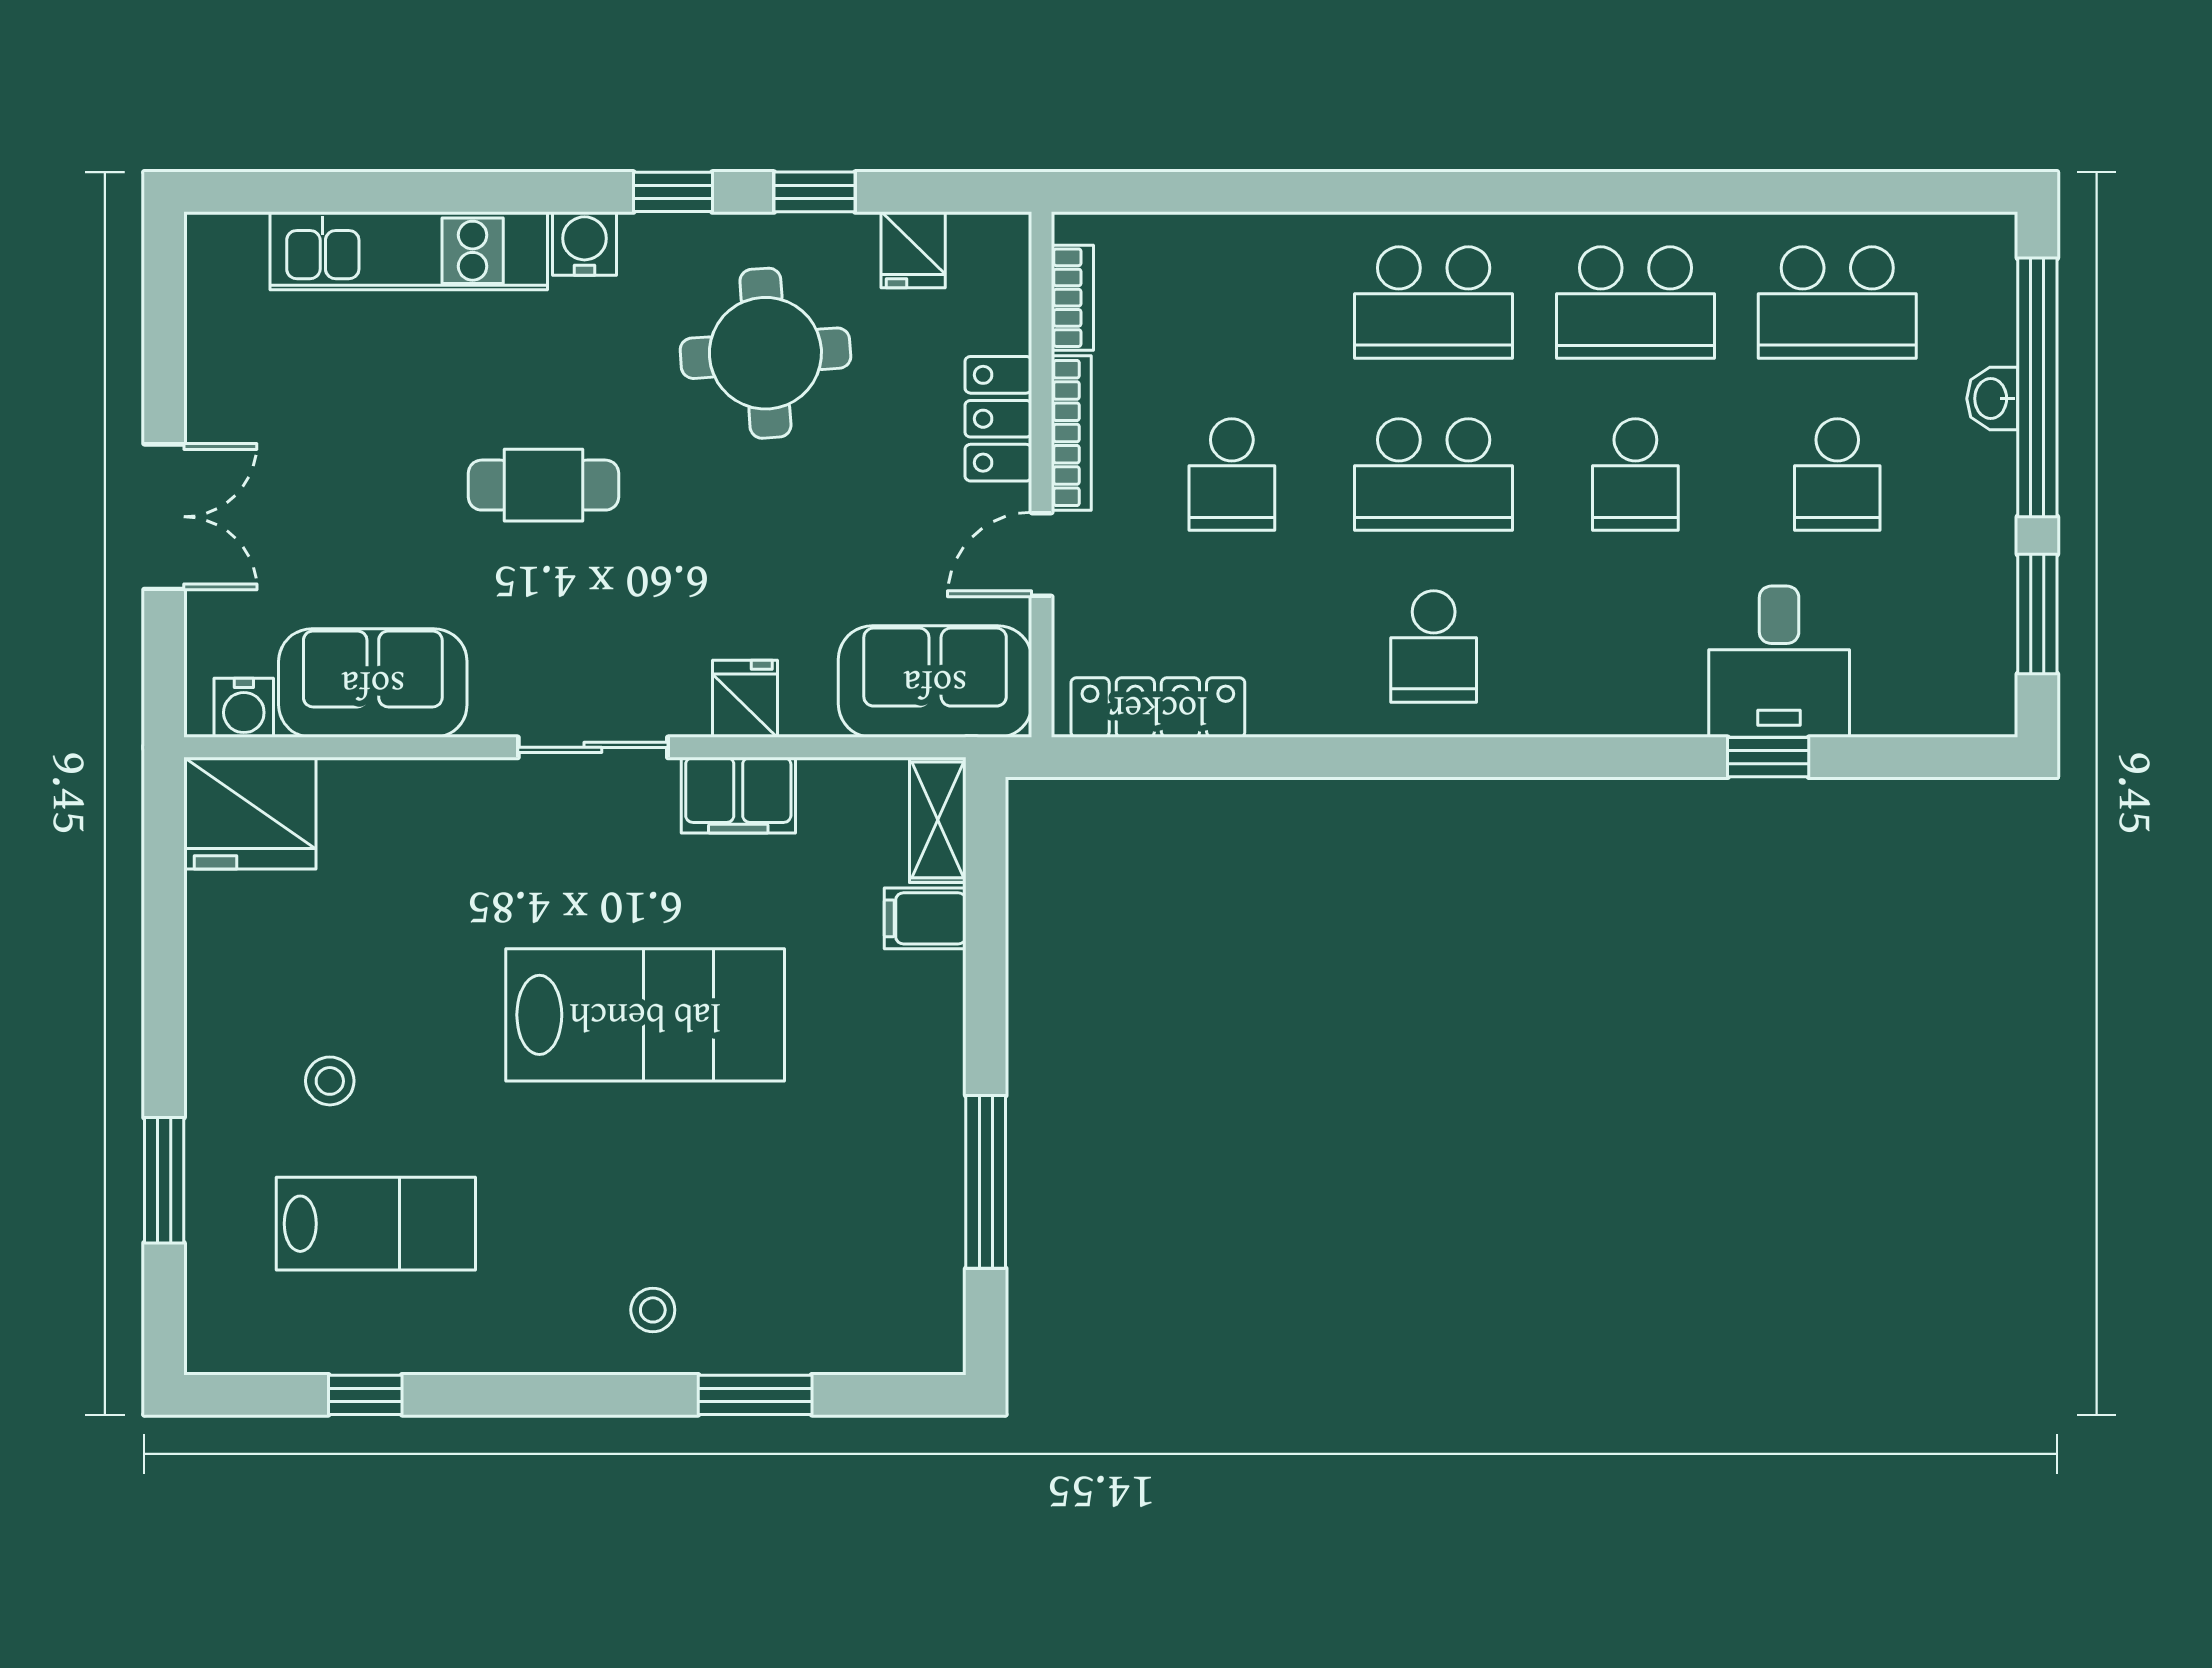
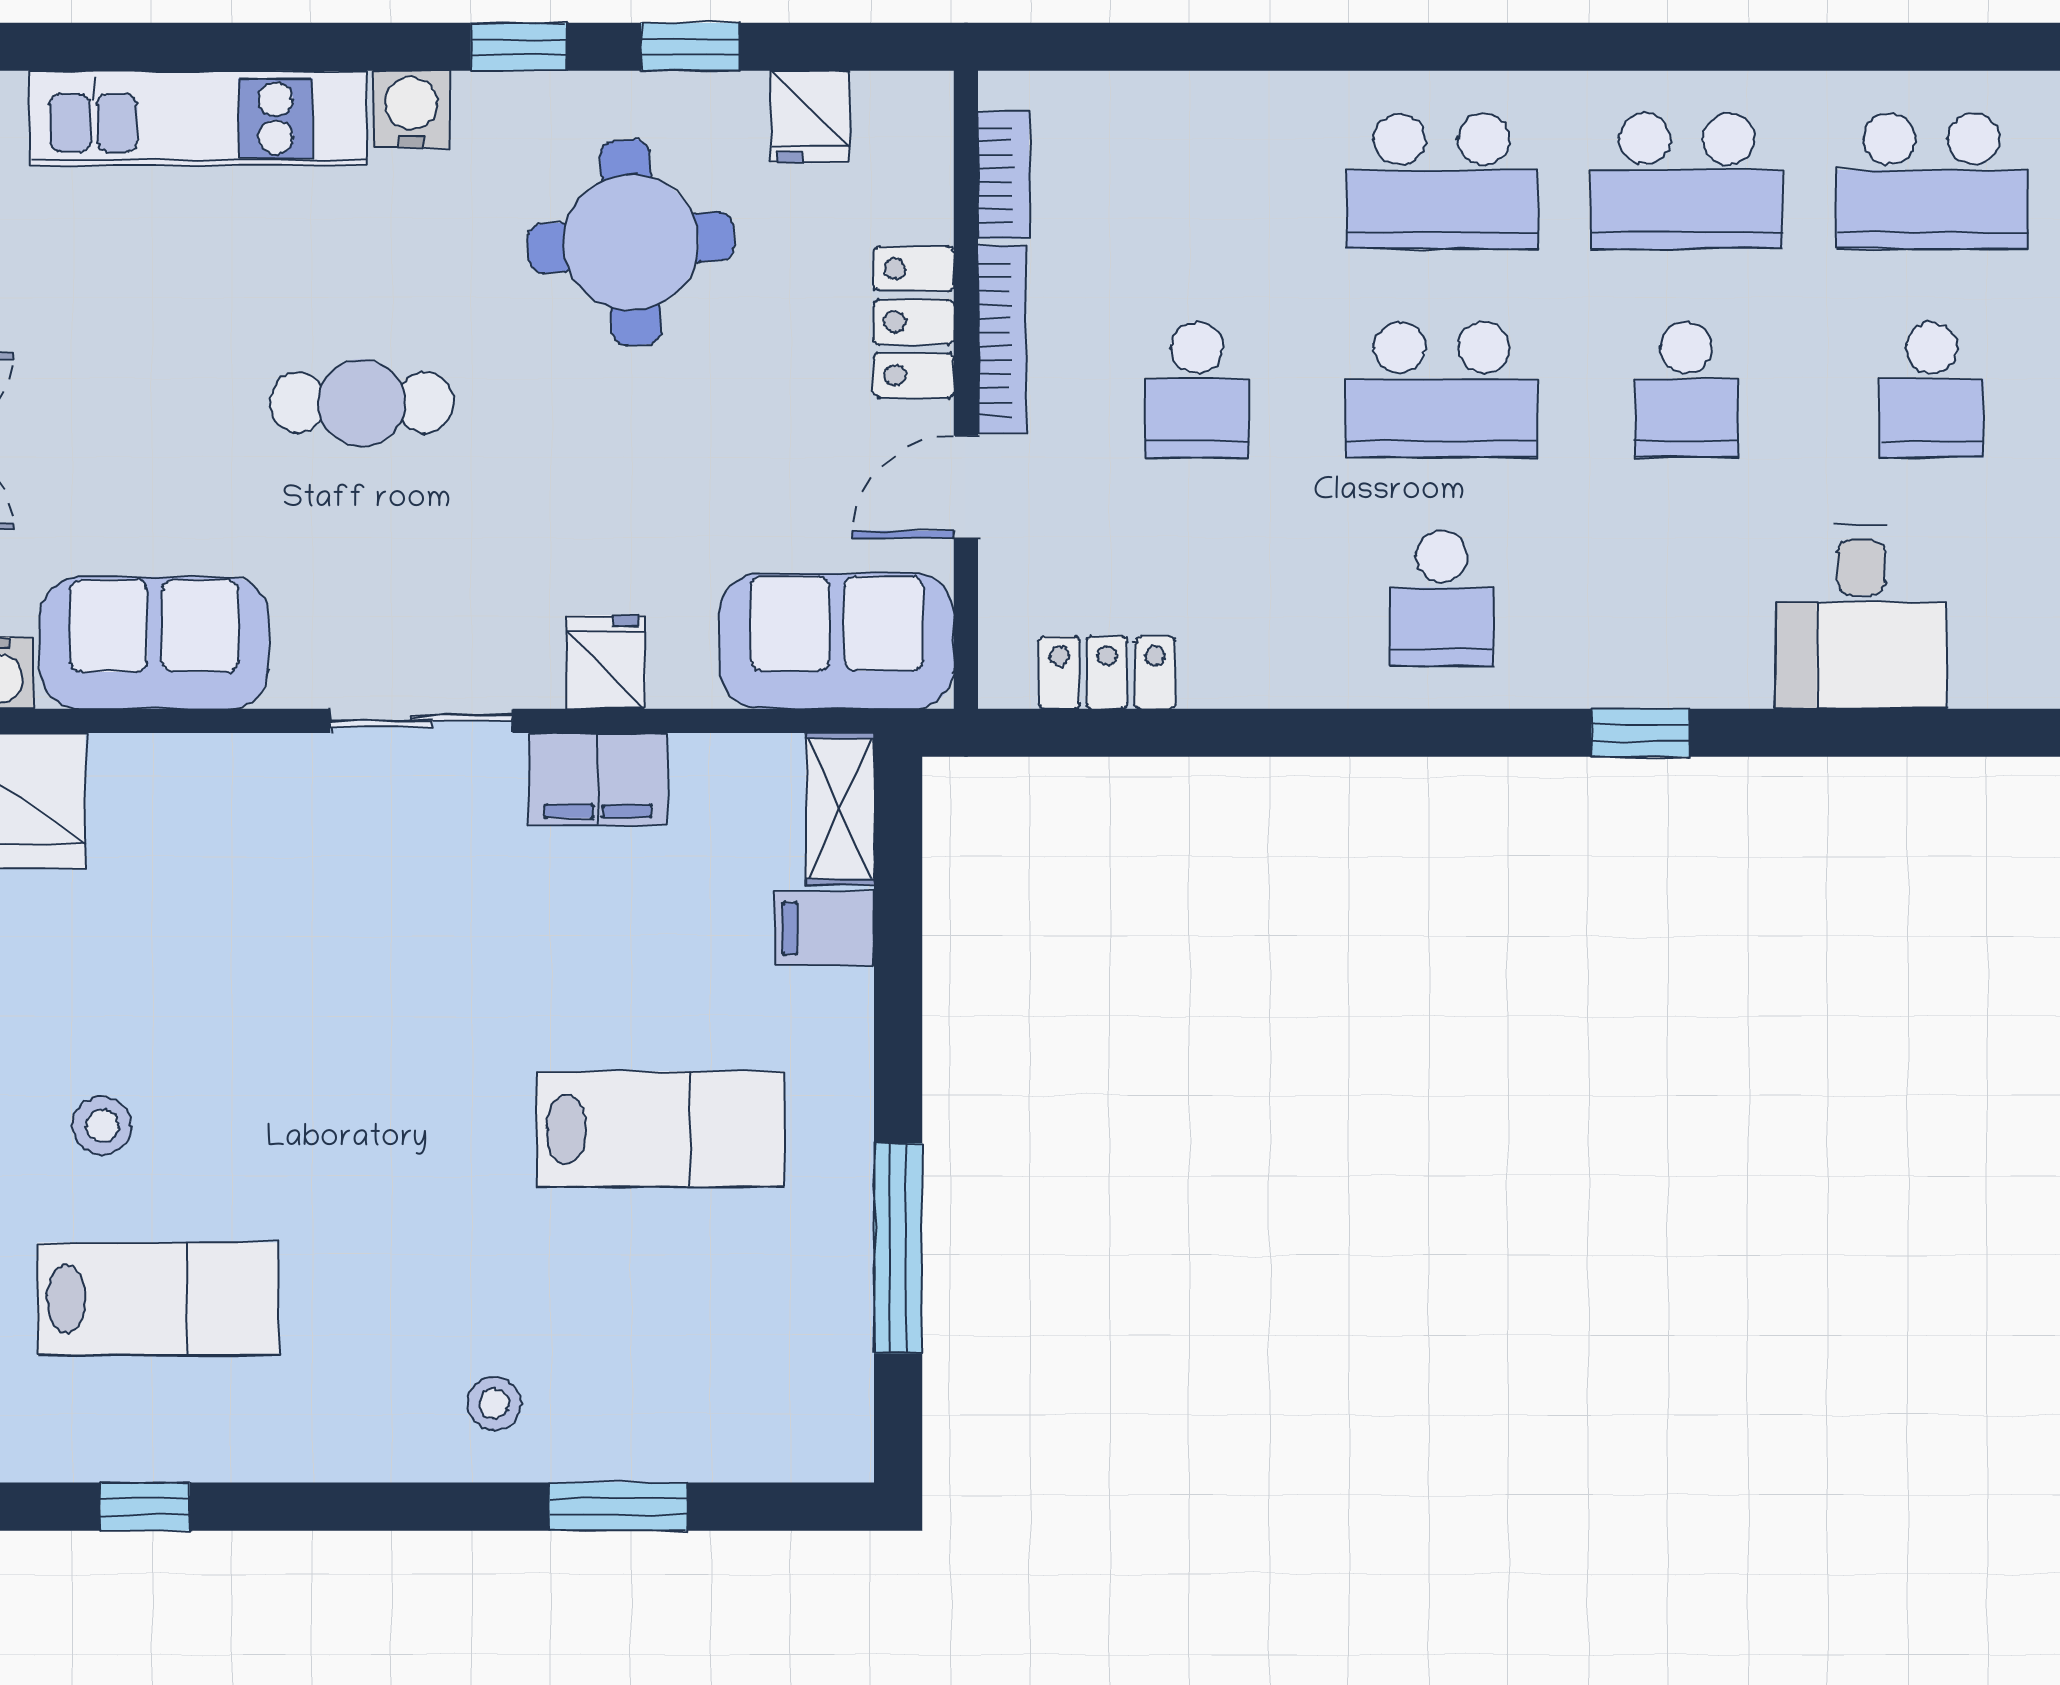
locker: (1158, 708) -> (1107, 673), width x0.66
window: (1768, 757) -> (1641, 733), moved
lab bench: (645, 1015) -> (661, 1129), moved, width x0.73, depth x0.72

